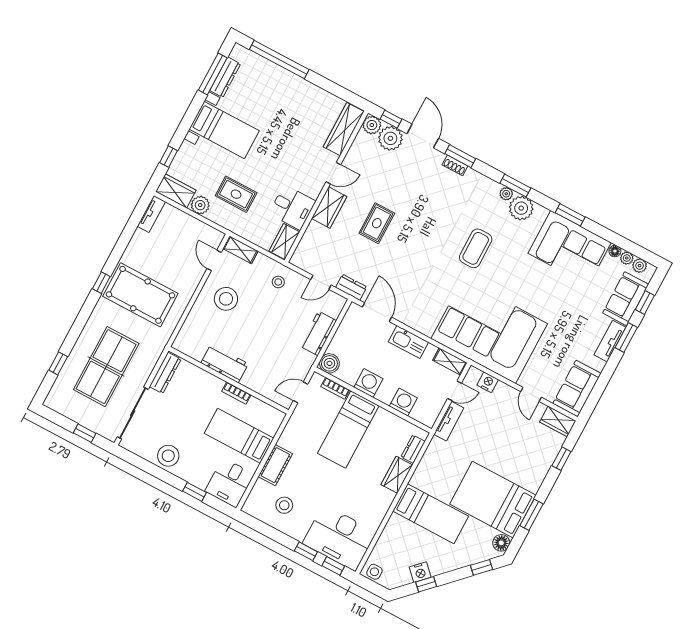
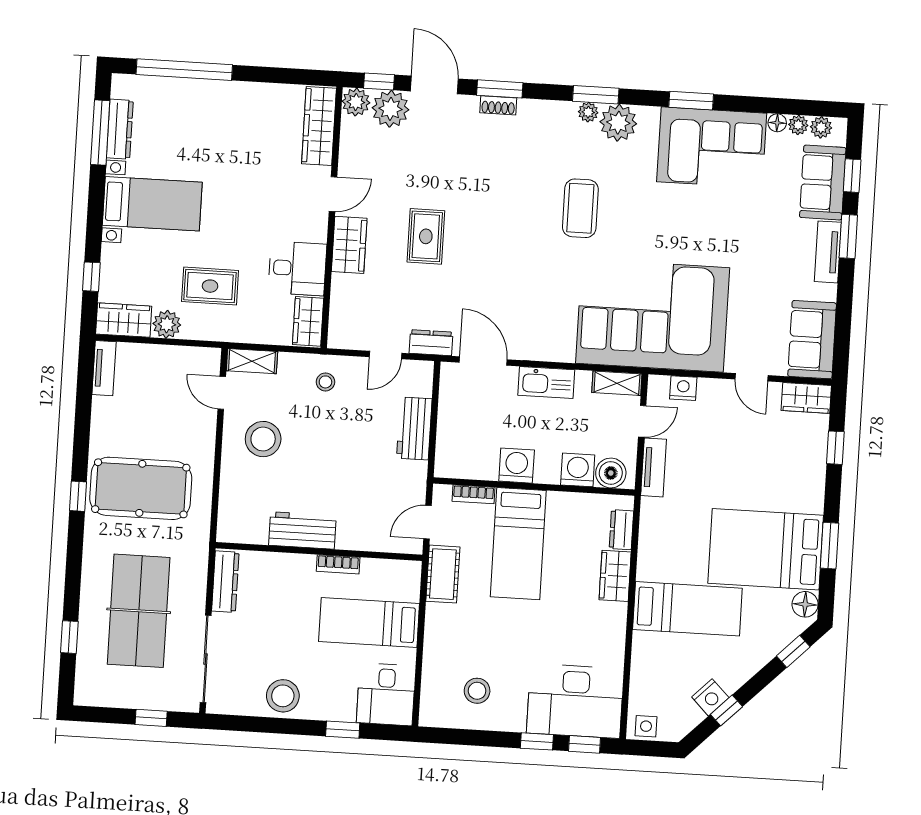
boiler: (329, 363) -> (611, 473), moved
cot: (275, 465) -> (443, 574), moved

